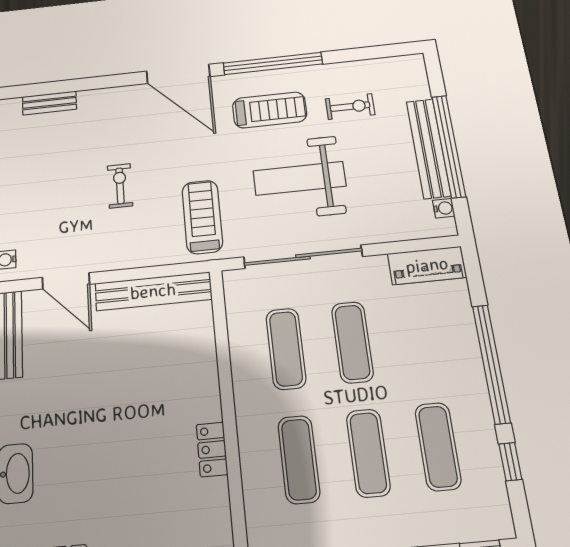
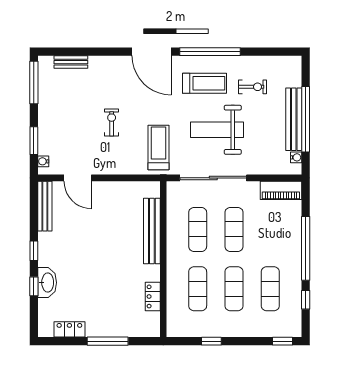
bench: (153, 291) -> (152, 231), moved, turned 90
locker: (212, 449) -> (153, 296), moved

